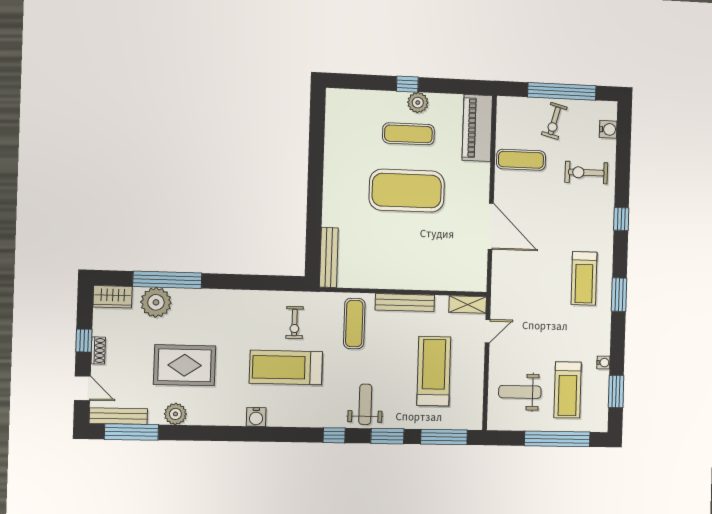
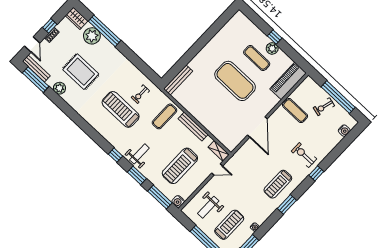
exercise bike: (586, 173) -> (304, 155), moved
treadmill: (434, 371) -> (180, 166), turned 180
treadmill: (568, 390) -> (229, 225), turned 180
weight bench: (520, 392) -> (208, 207), turned -90
water cooler: (256, 417) -> (178, 201), moved

